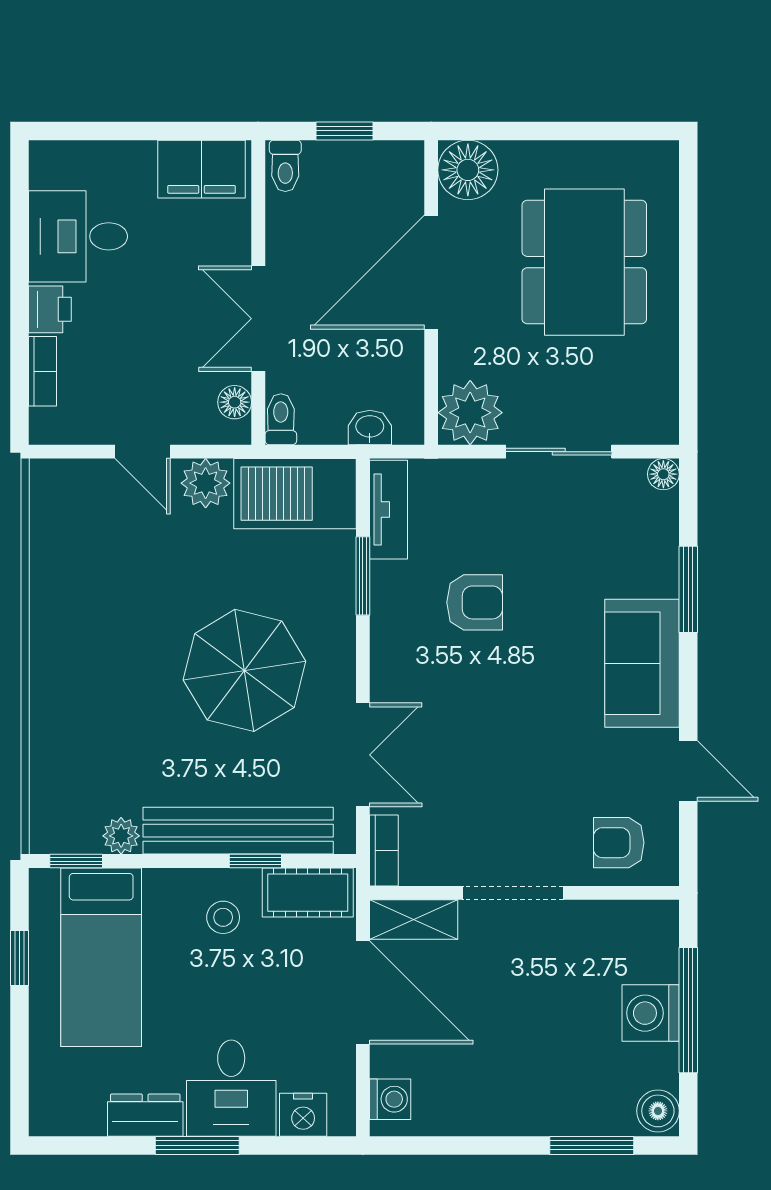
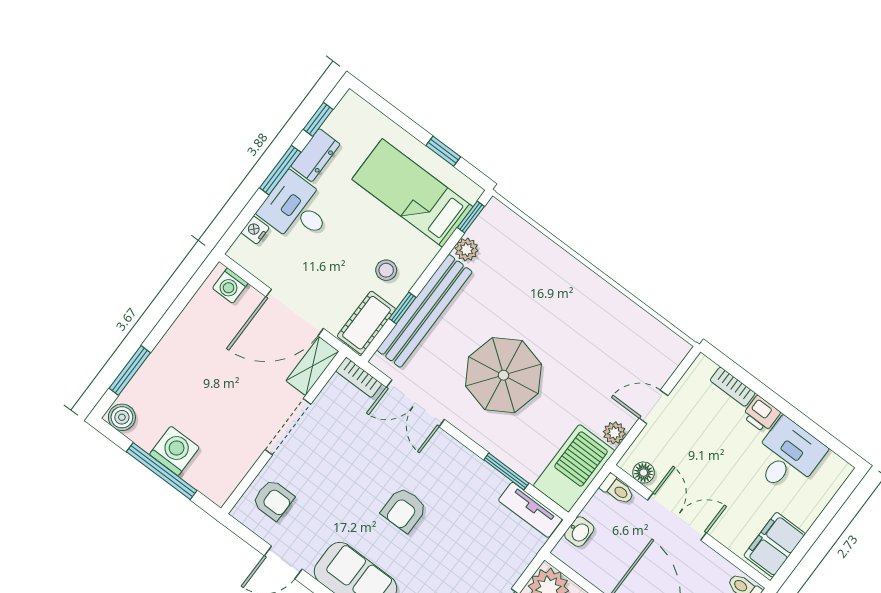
plant: (206, 483) -> (614, 433), width x0.73, depth x0.73
armchair: (475, 602) -> (404, 510), moved
armchair: (619, 843) -> (273, 500), turned 90
nightstand: (303, 1115) -> (255, 230), width x0.72, depth x0.74
window: (98, 1145) -> (318, 119), added

